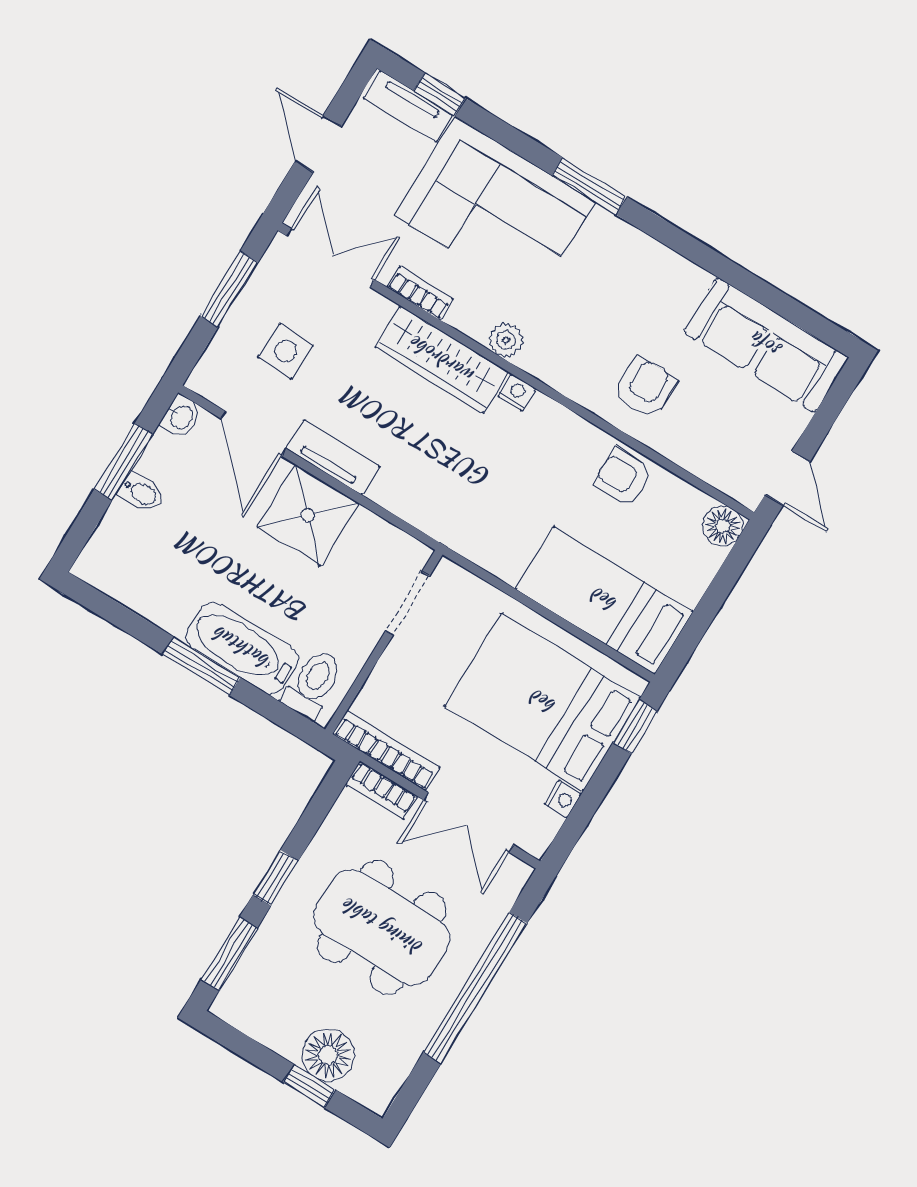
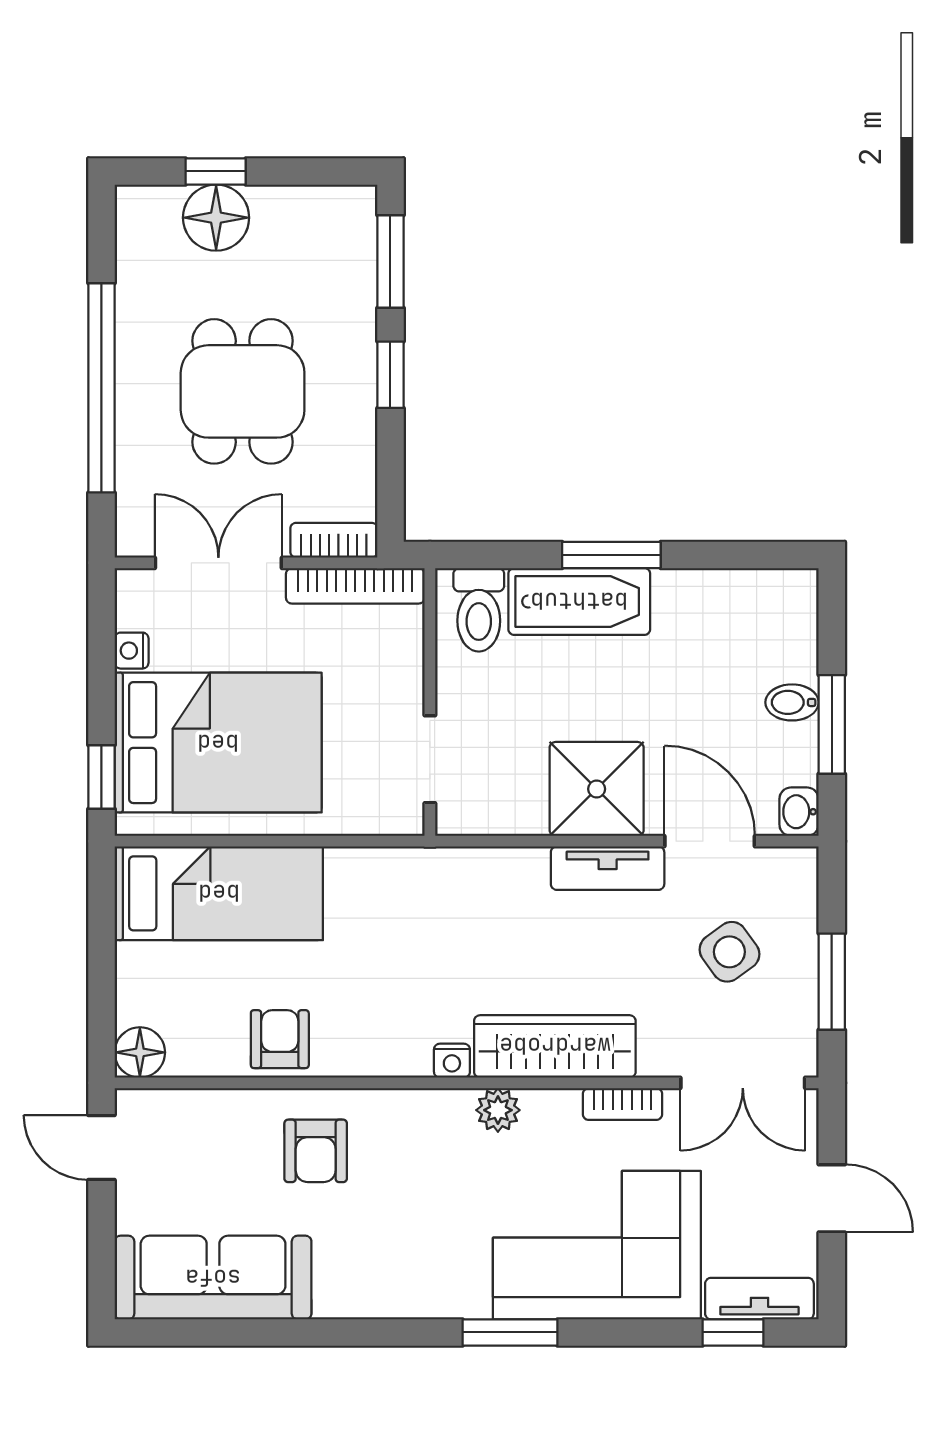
side table: (286, 351) -> (729, 952), turned -38
armchair: (623, 478) -> (280, 1039), turned -90
dining table: (382, 927) -> (243, 391), width x0.73

